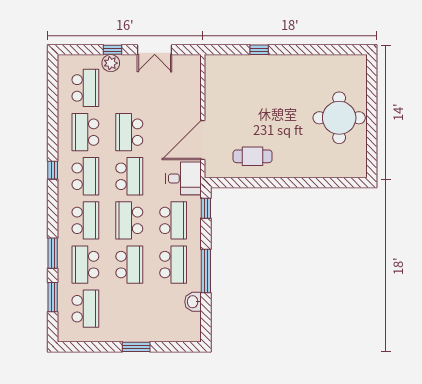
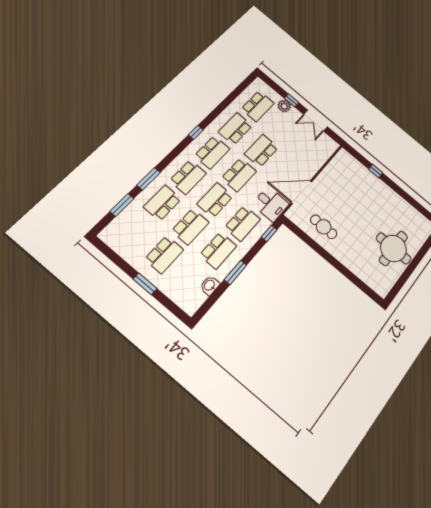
window: (206, 271) -> (235, 272), width x0.69
school desk: (85, 309) -> (164, 255), moved

